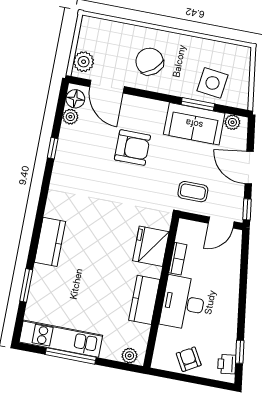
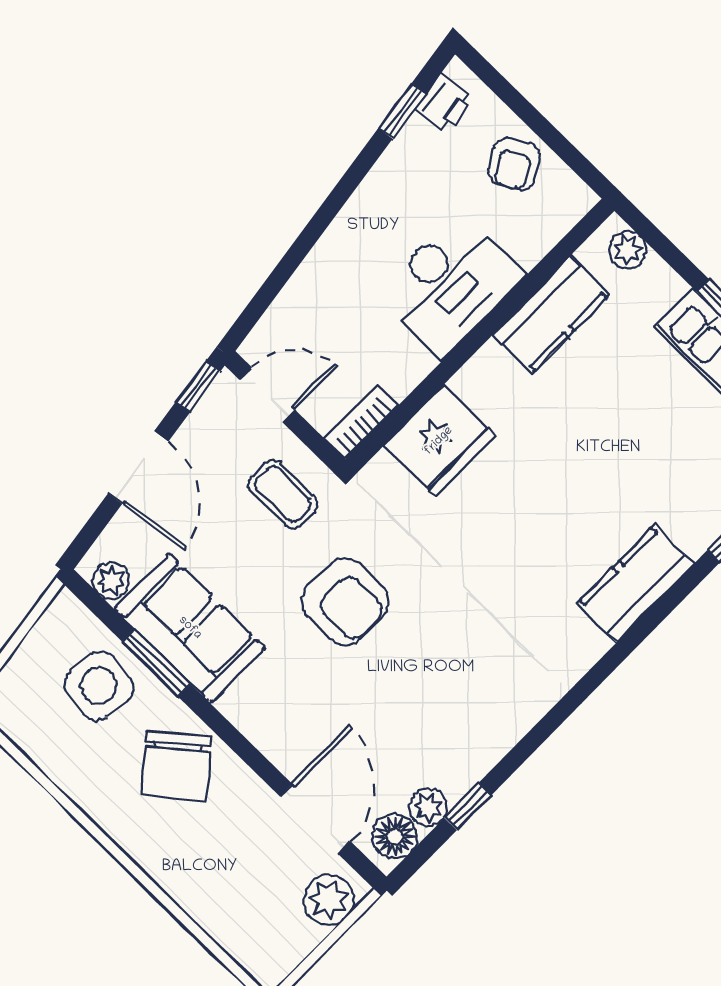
chair: (150, 62) -> (176, 766), moved
window: (53, 148) -> (468, 806), moved
armchair: (132, 148) -> (345, 601), moved, turned 180
bookcase: (178, 259) -> (361, 422), moved
kitchen counter: (144, 300) -> (551, 315), moved

